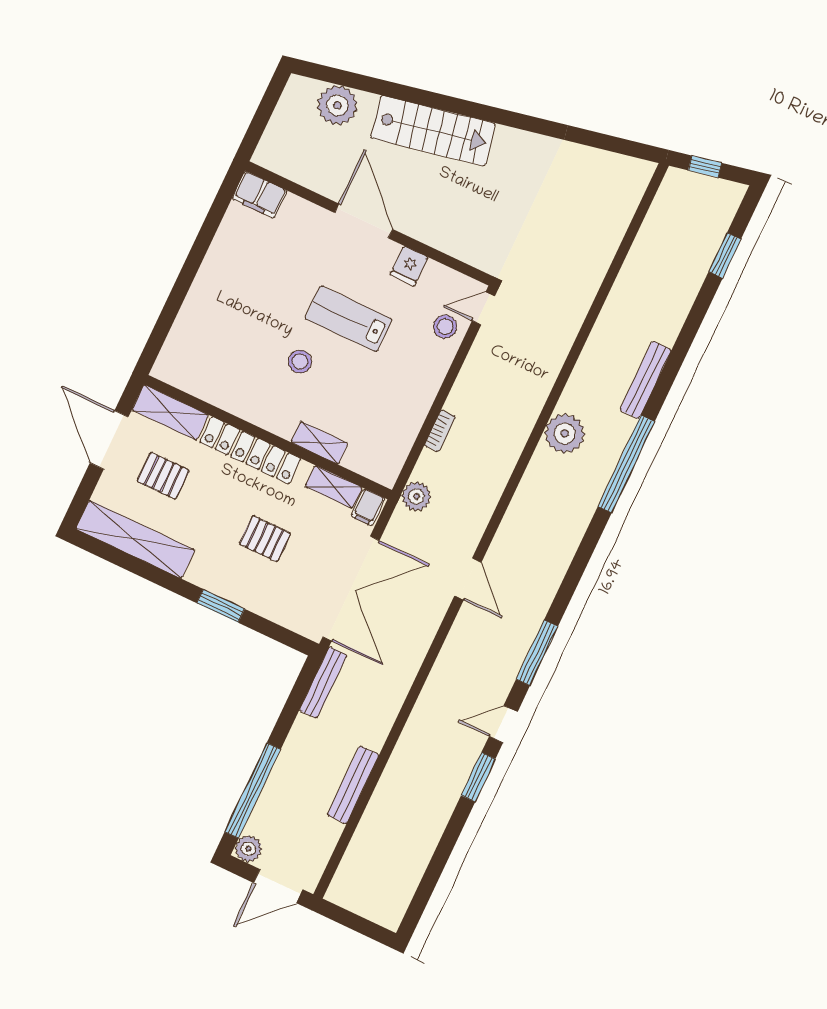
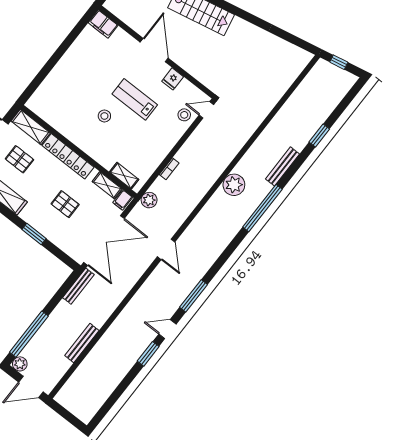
window: (725, 255) -> (319, 136), moved
shelving: (320, 443) -> (124, 176), moved

